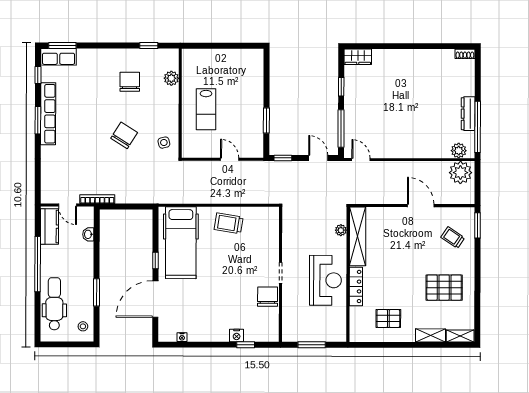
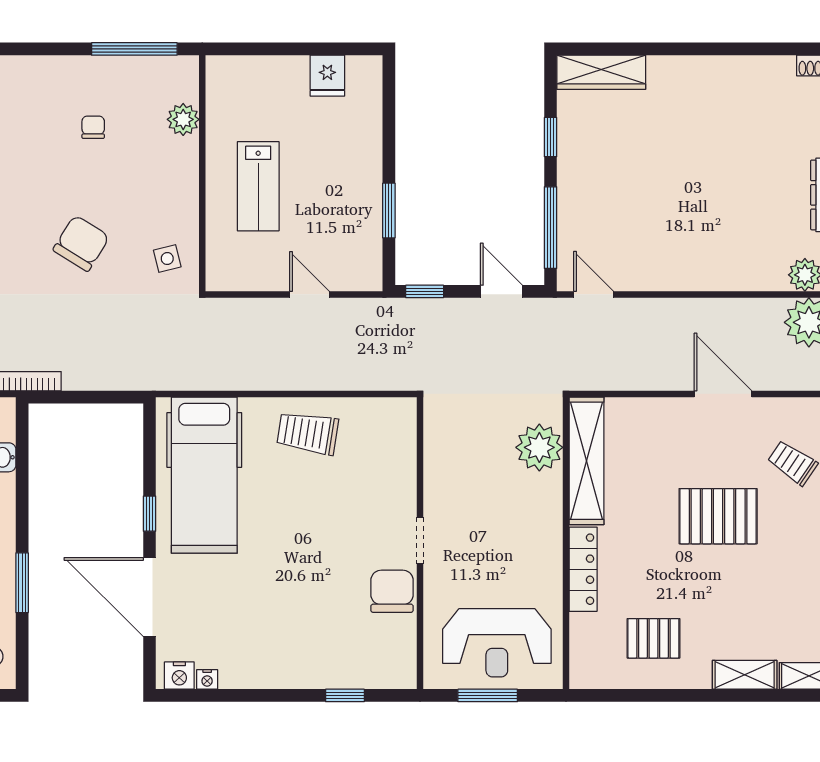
window: (149, 46) -> (134, 49), width x2.17
wardrobe: (358, 57) -> (601, 72), width x1.50
fridge: (238, 58) -> (327, 76), added
chair: (130, 82) -> (93, 127), width x0.54, depth x0.54
plant: (341, 230) -> (539, 447), width x1.88, depth x1.88
reception desk: (325, 280) -> (497, 643), moved, turned 90
pallet: (444, 288) -> (718, 516), moved
door: (155, 299) -> (150, 597), hinge flipped
nightstand: (237, 335) -> (179, 676), moved

